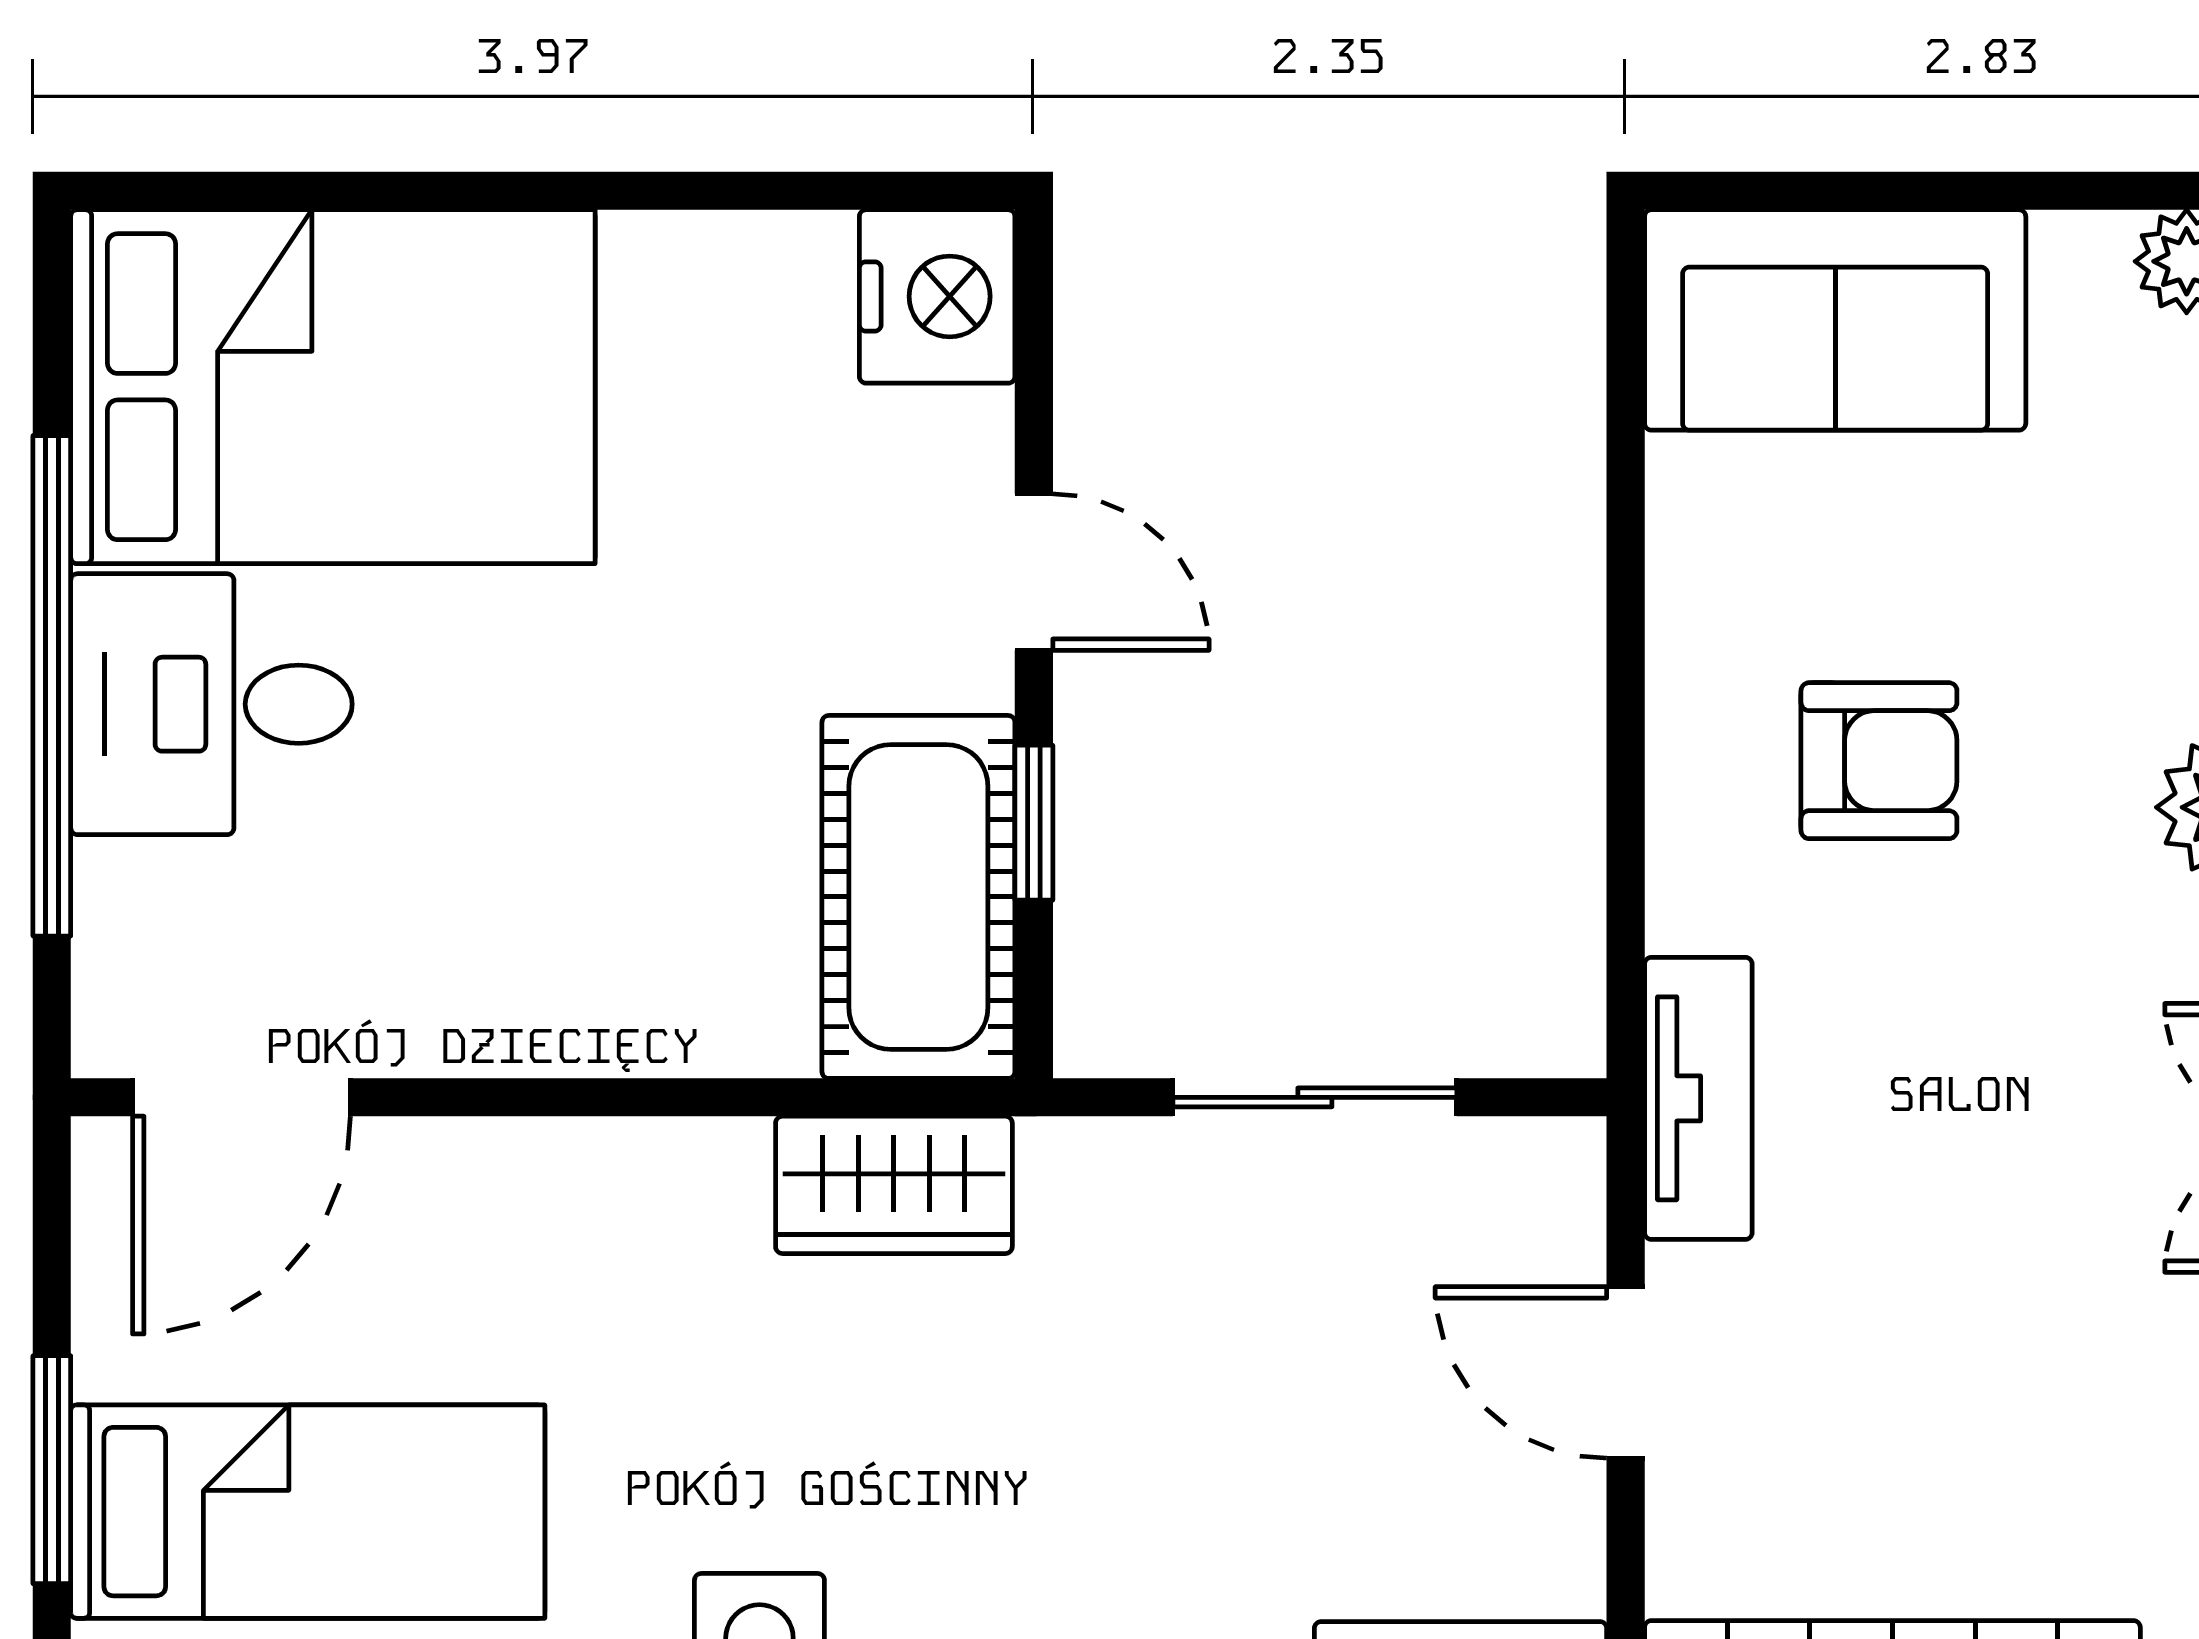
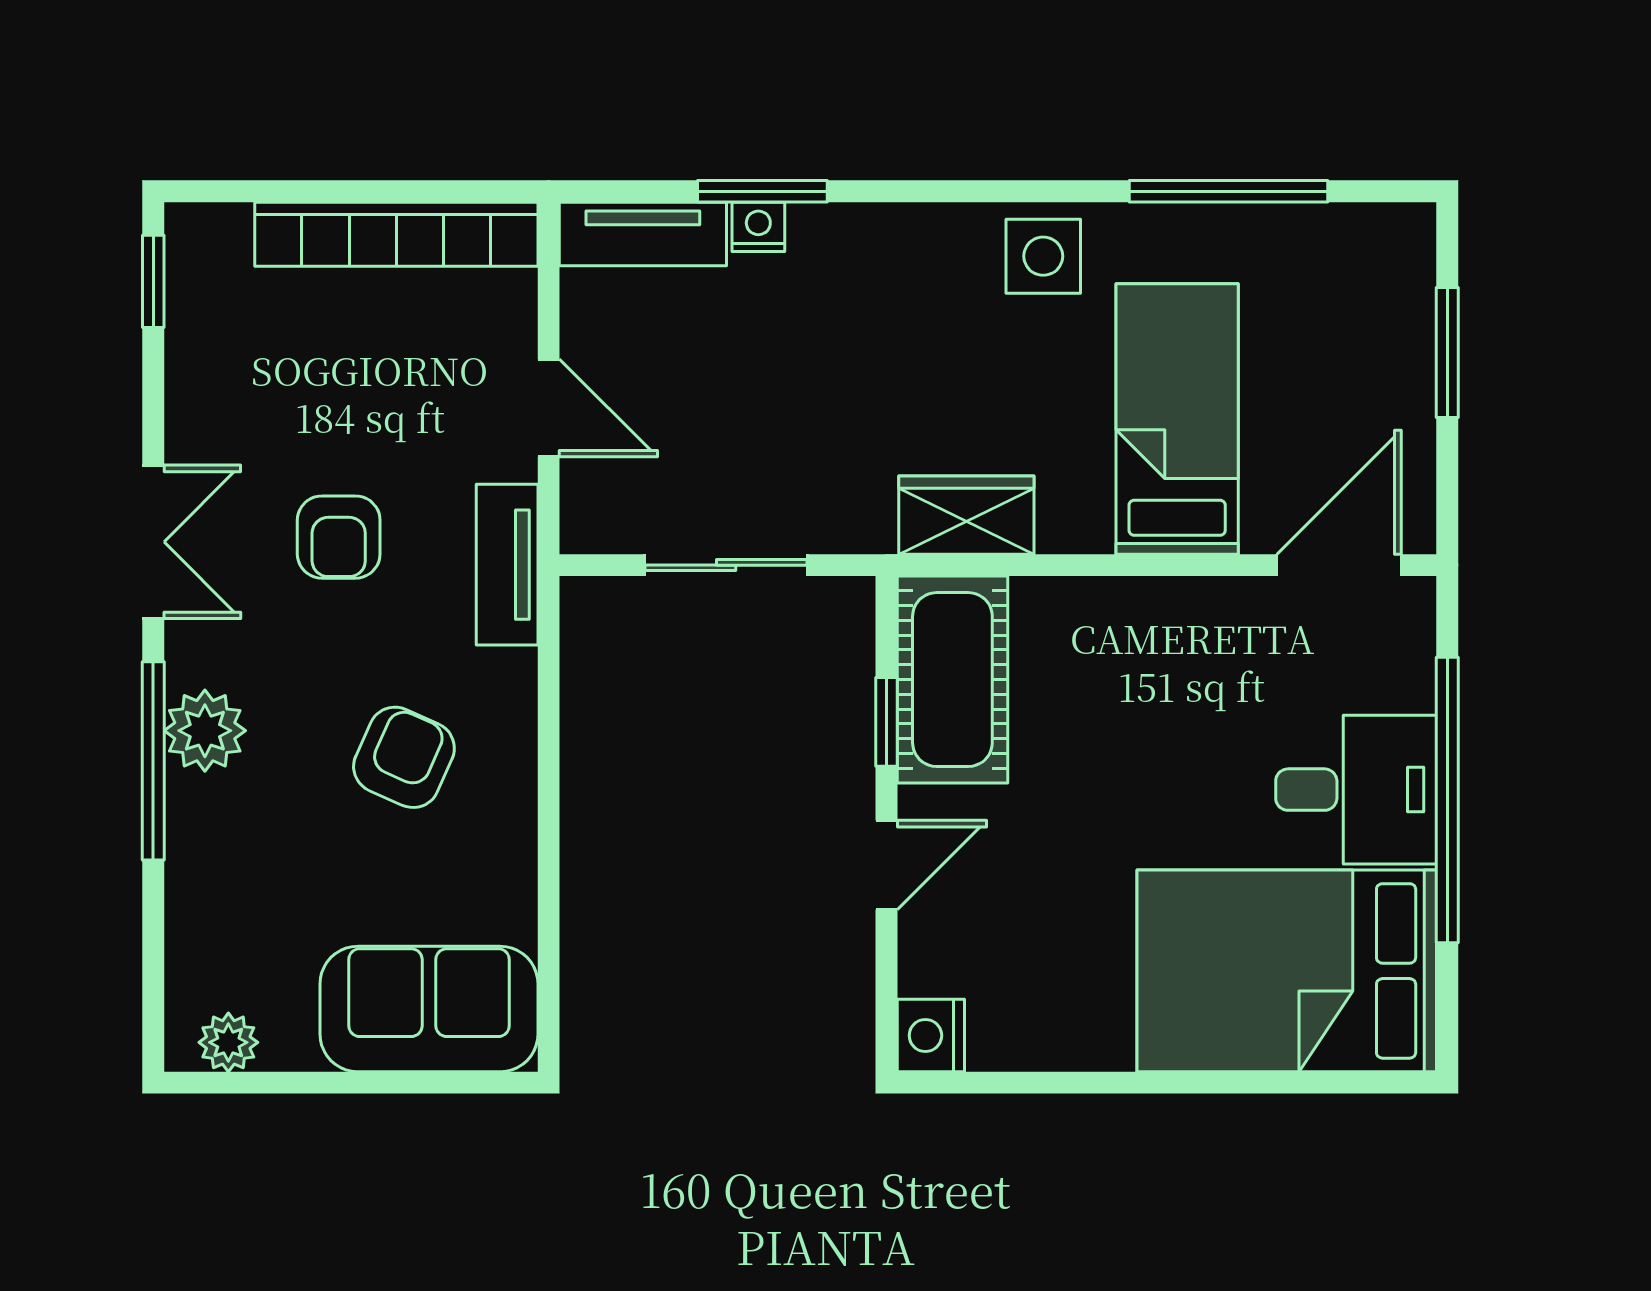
nightstand: (937, 296) -> (931, 1036), width x0.74, depth x0.75
door: (1034, 572) -> (887, 865), swing flipped
armchair: (1879, 761) -> (404, 757), turned 114
armchair: (1993, 1146) -> (339, 537), added
bed: (308, 1512) -> (1177, 419), moved, turned 90

